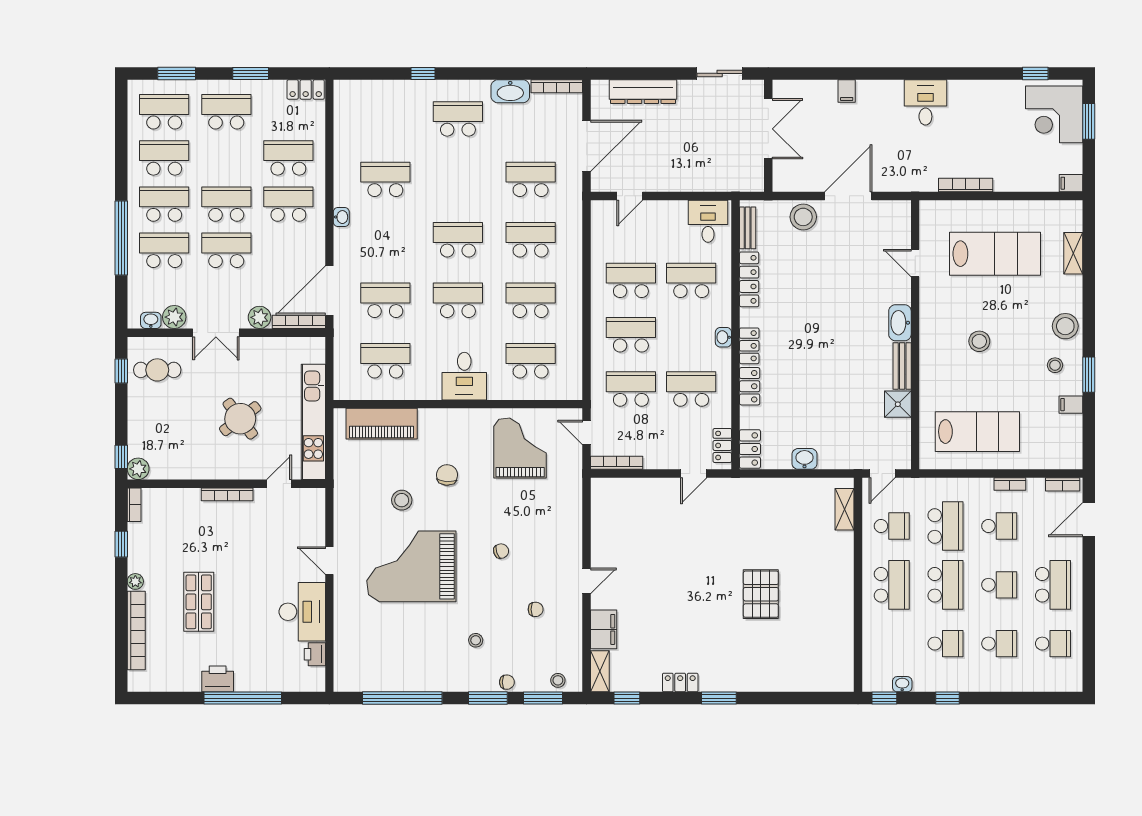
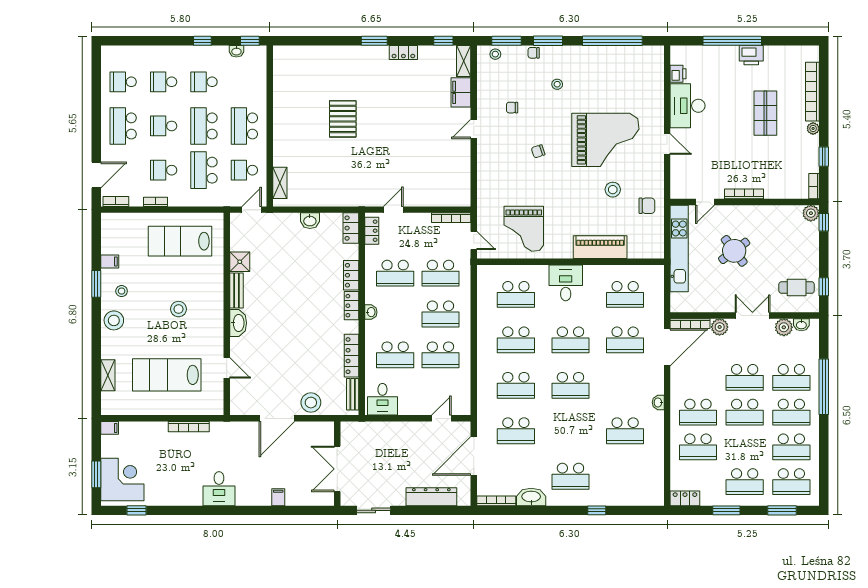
piano: (382, 424) -> (600, 247), moved
chair: (447, 475) -> (647, 206), moved, turned -94

